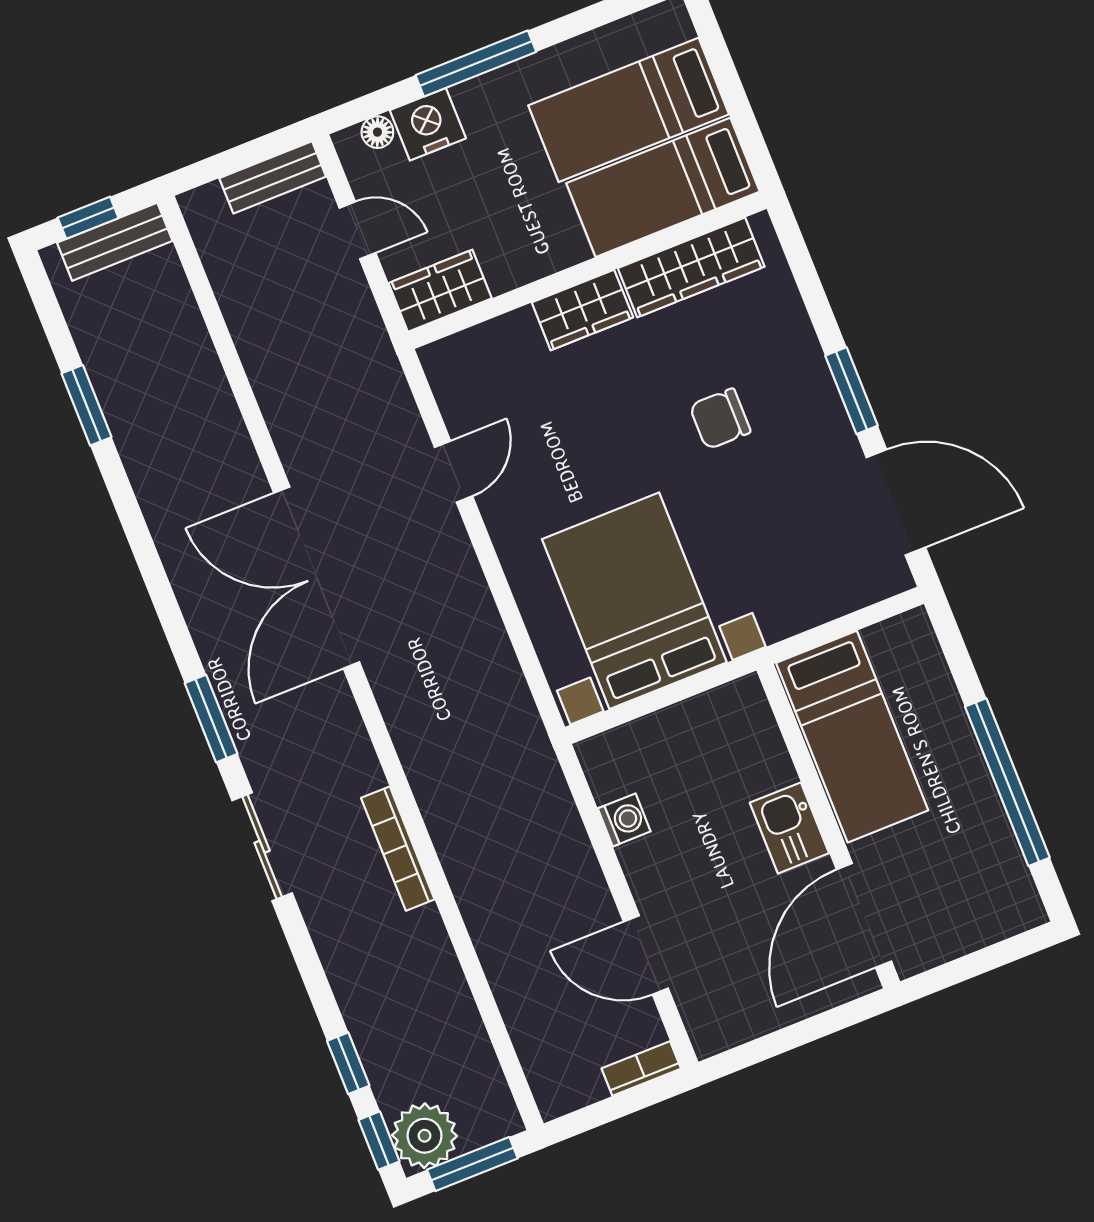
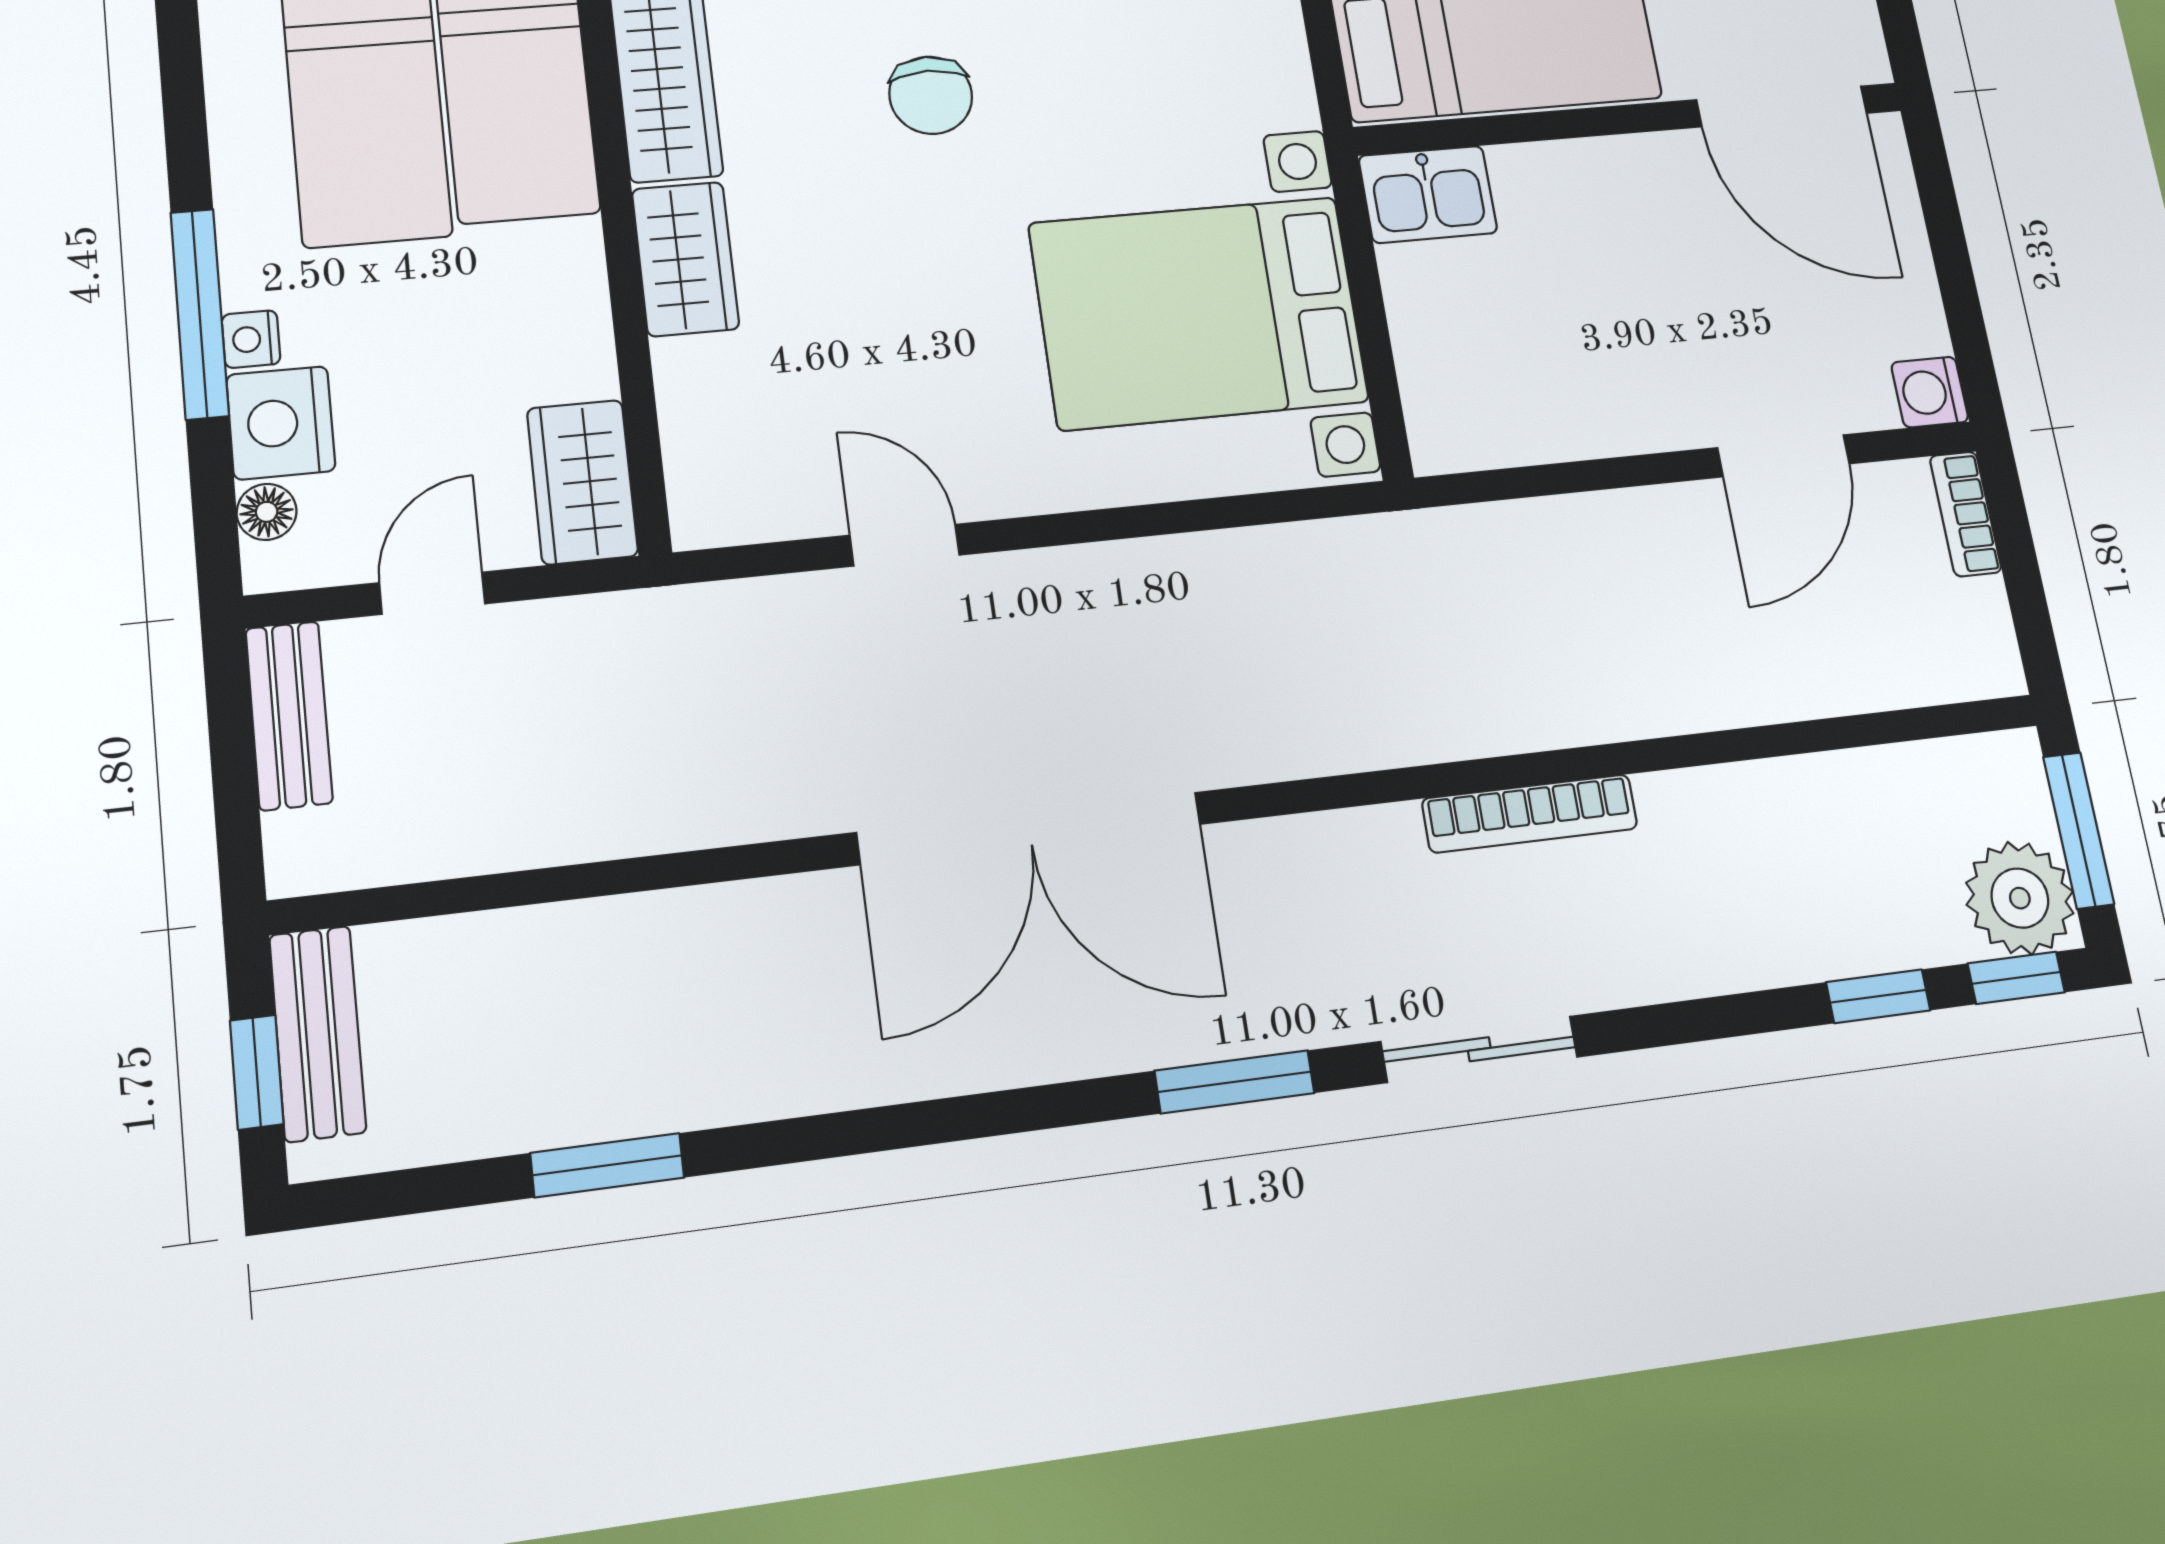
nightstand: (470, 94) -> (251, 339), added
washing machine: (624, 820) -> (1930, 392), moved, turned -90
kitchen sink: (789, 828) -> (1428, 194), moved

